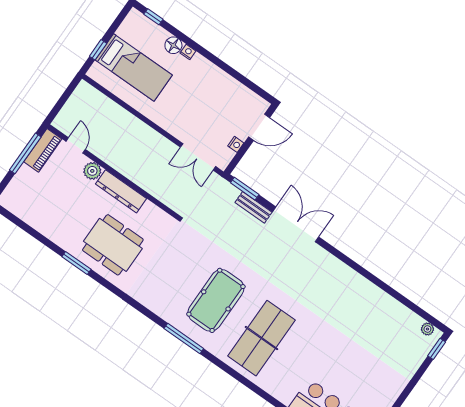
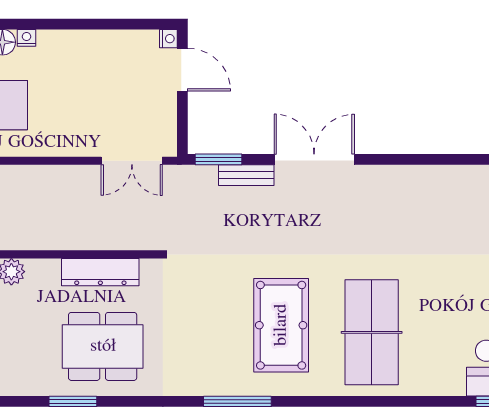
door: (259, 127) -> (182, 70), hinge flipped
nightstand: (236, 144) -> (168, 39), moved
dresser: (121, 191) -> (100, 272), moved
window: (184, 338) -> (237, 401), moved

